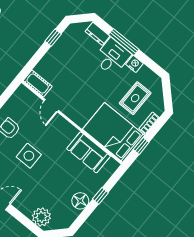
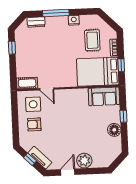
desk: (112, 57) -> (57, 28), removed
sofa: (88, 152) -> (104, 96), moved
side table: (29, 156) -> (33, 104), moved
plant: (41, 217) -> (84, 161), moved

